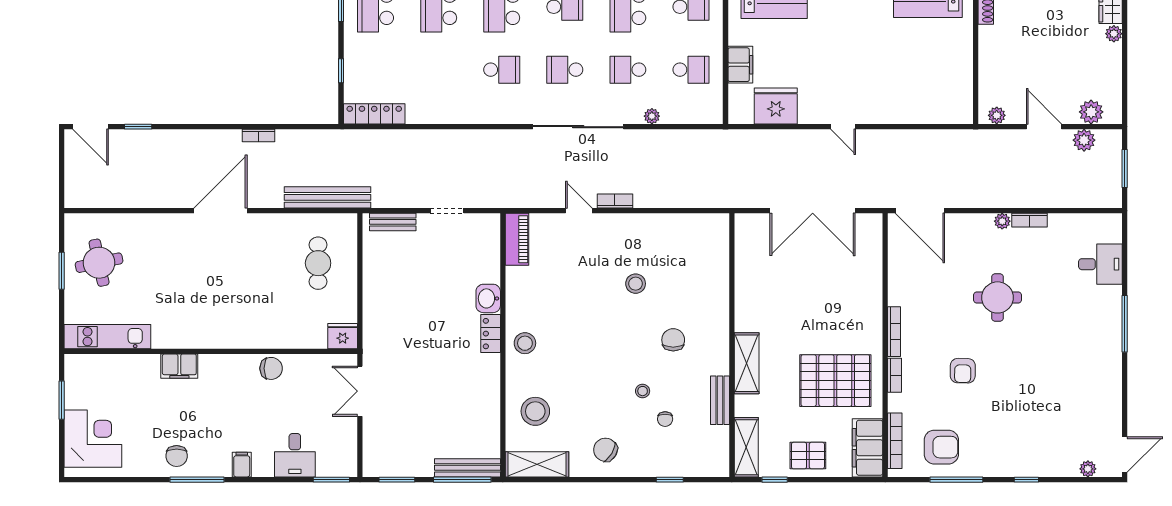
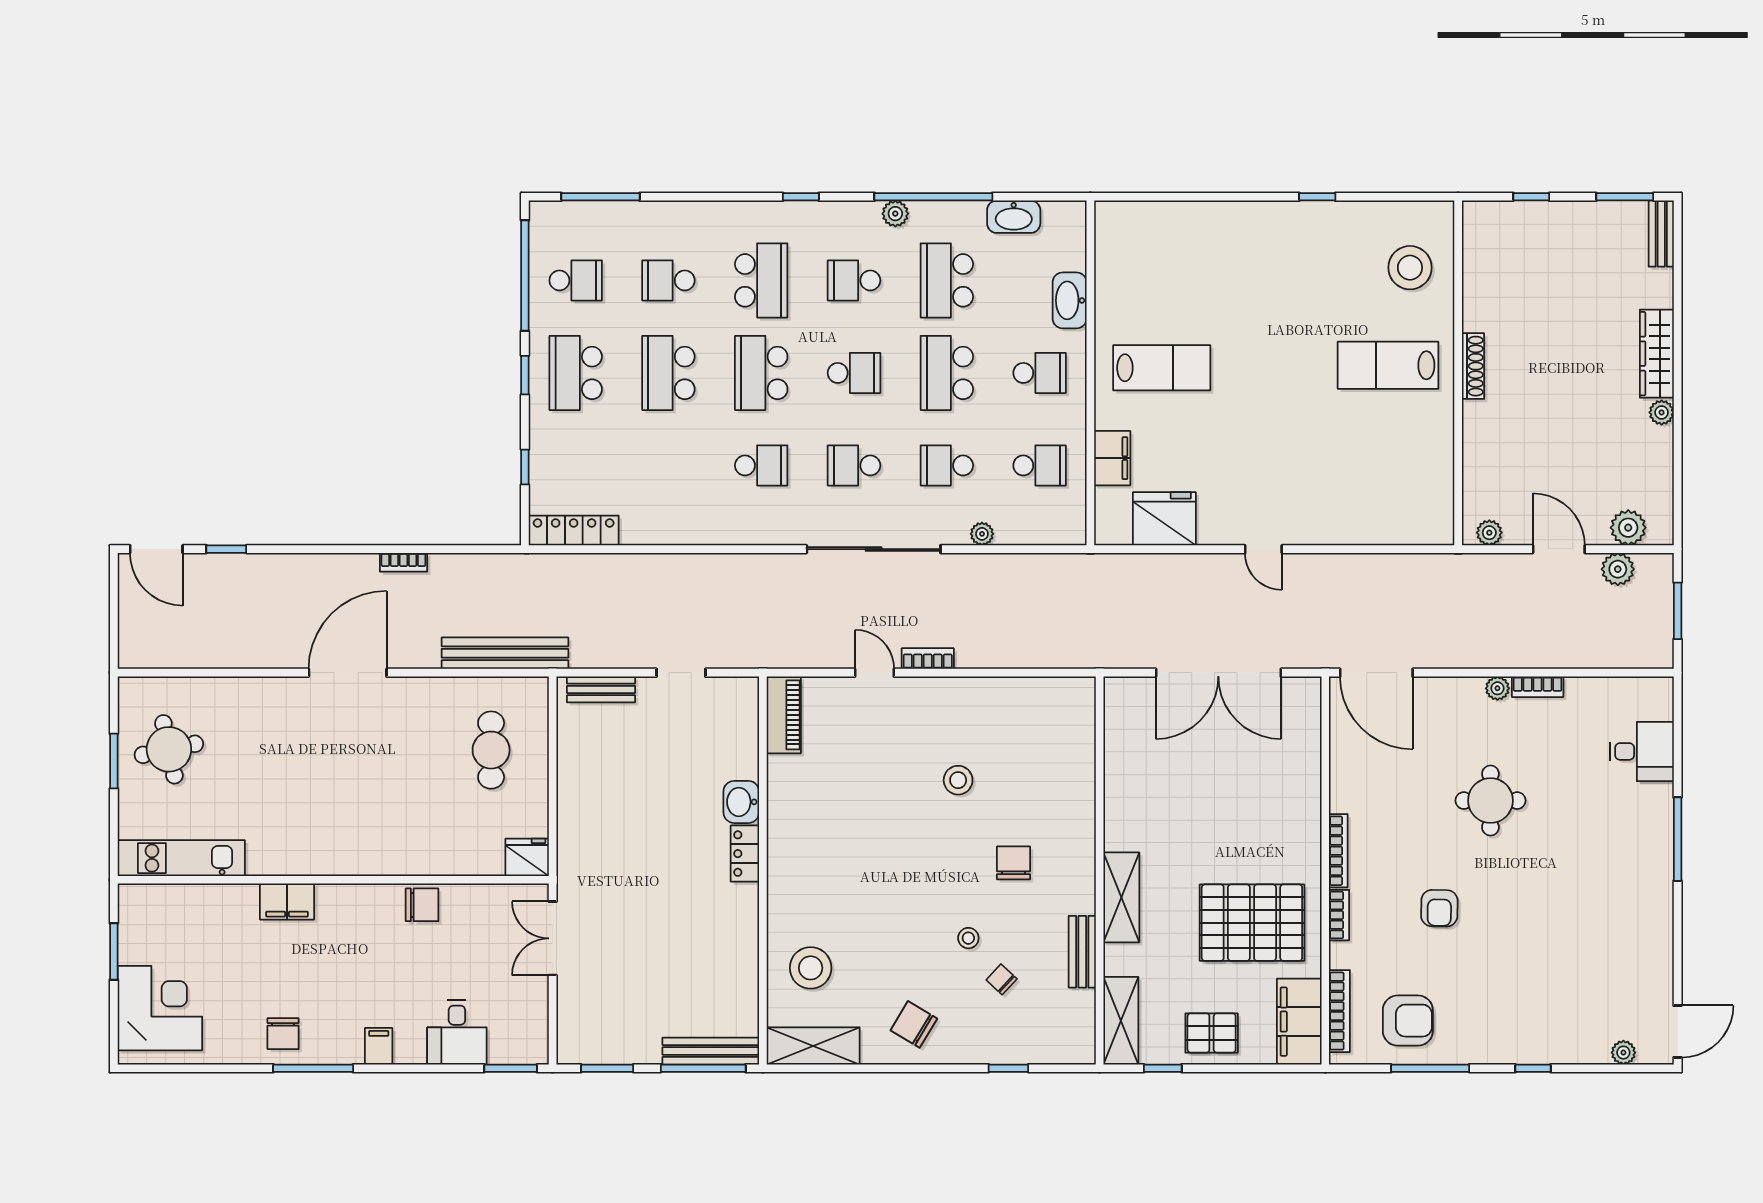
stool: (525, 343) -> (795, 868), removed
chair: (665, 419) -> (1002, 979), turned 133

